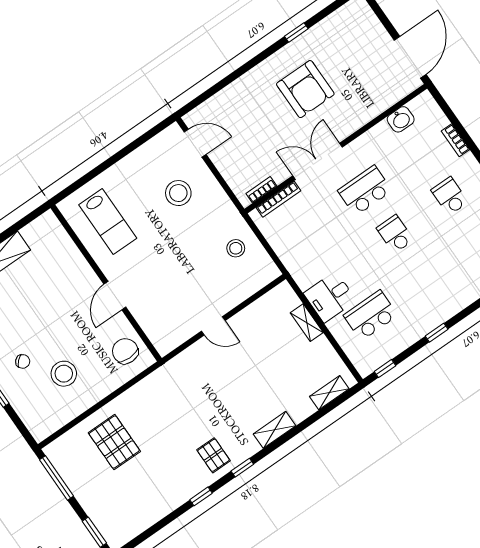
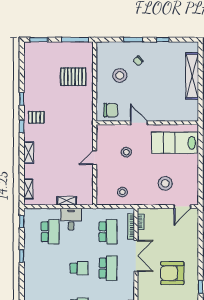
lab bench: (108, 221) -> (175, 143), width x1.36, depth x1.39
school desk: (310, 228) -> (108, 232), added
stool: (172, 284) -> (126, 152), added

